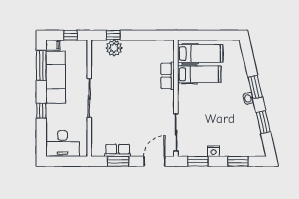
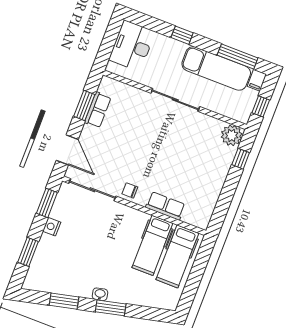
plant: (114, 48) -> (232, 135), moved
chair: (166, 105) -> (130, 190), added

